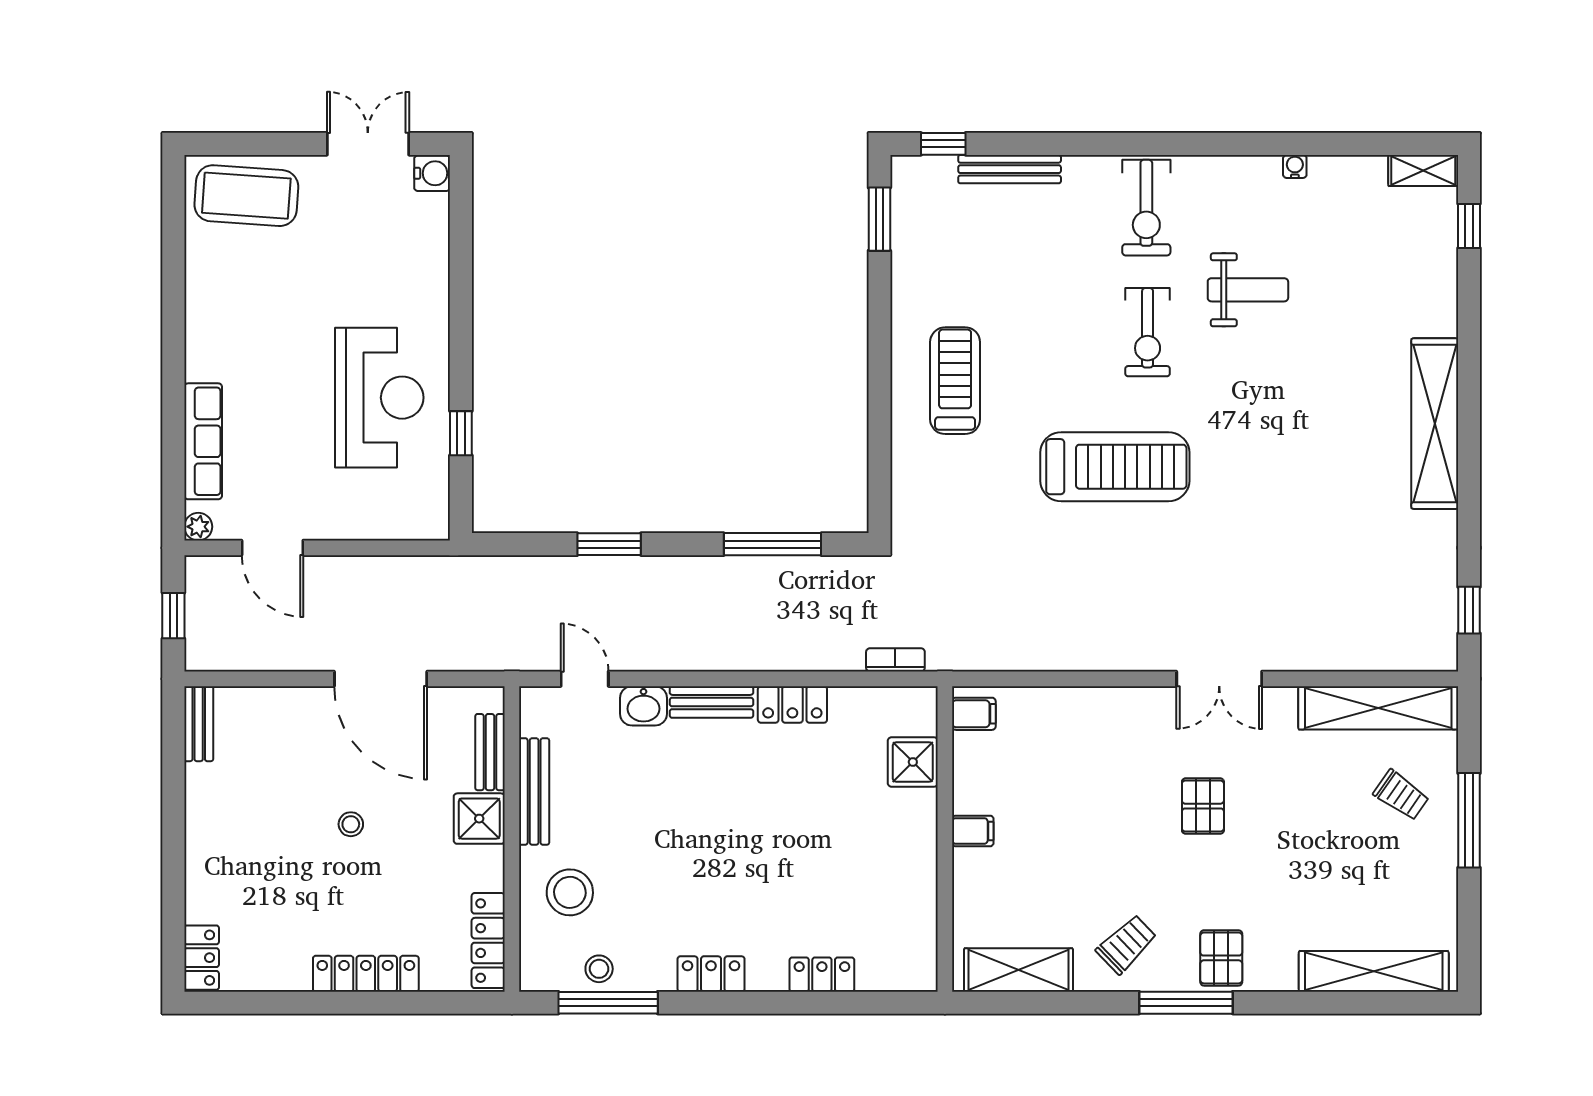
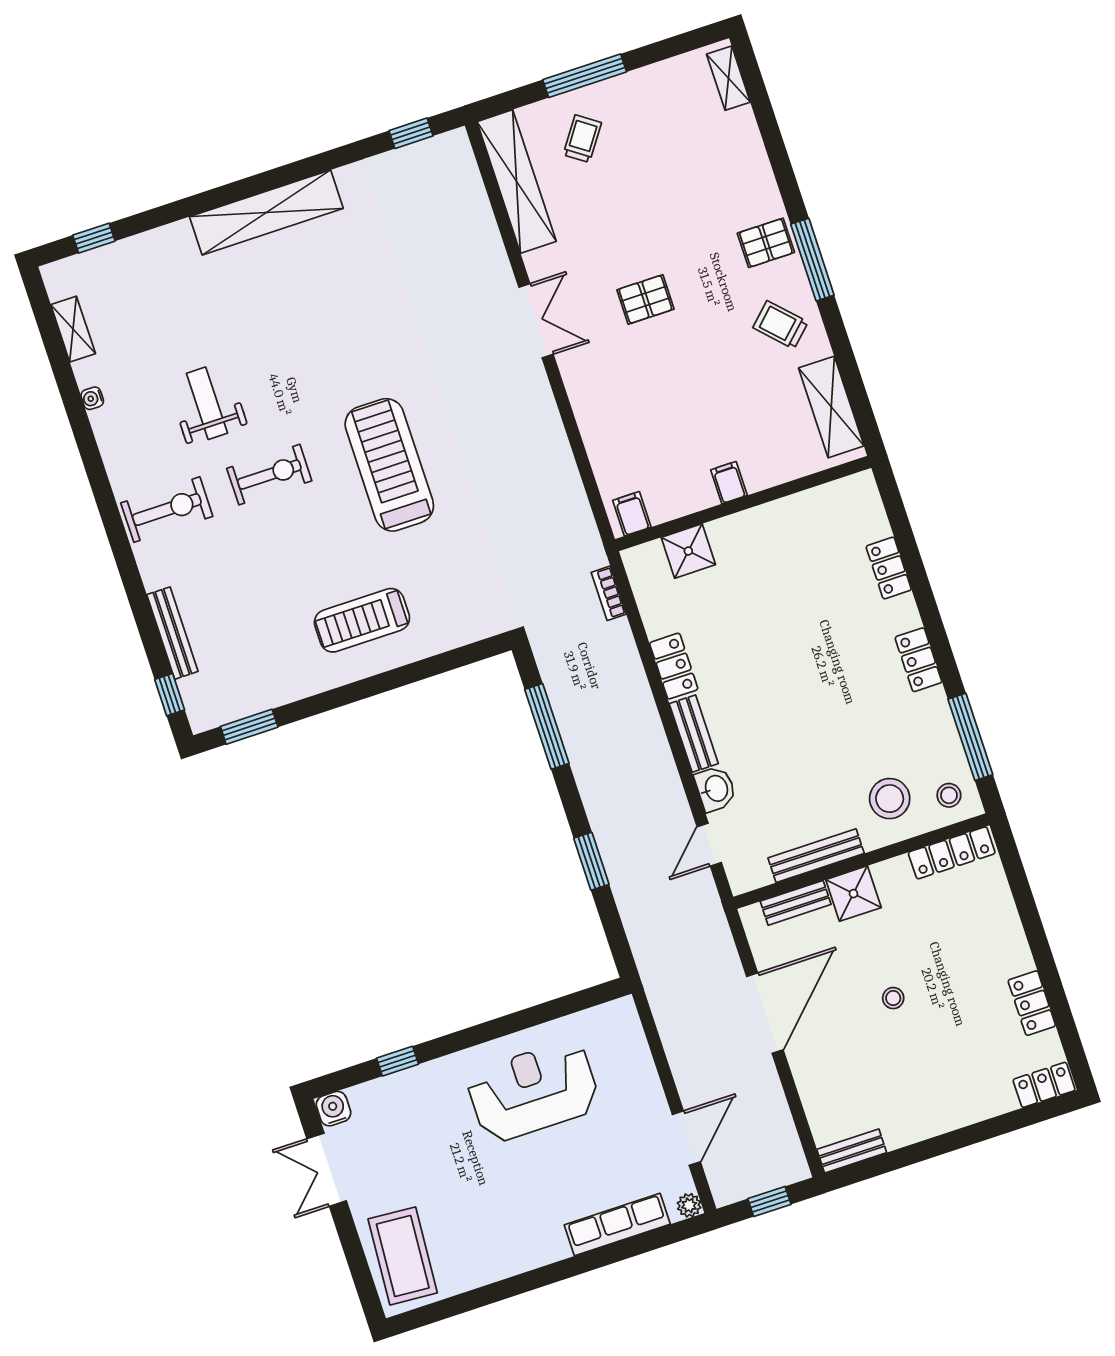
shelving: (1423, 170) -> (73, 329), moved
window: (461, 433) -> (398, 1061), moved
stool: (599, 969) -> (949, 795), moved
shelving: (1374, 971) -> (728, 78), width x0.45, depth x0.75
locker: (366, 974) -> (1032, 1003), moved, width x0.66

